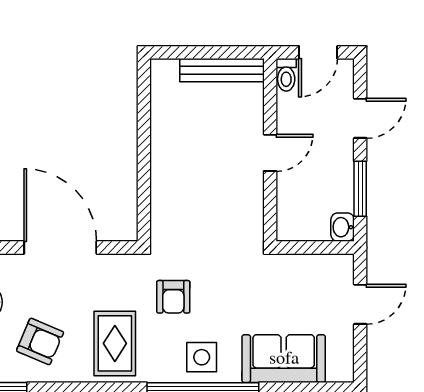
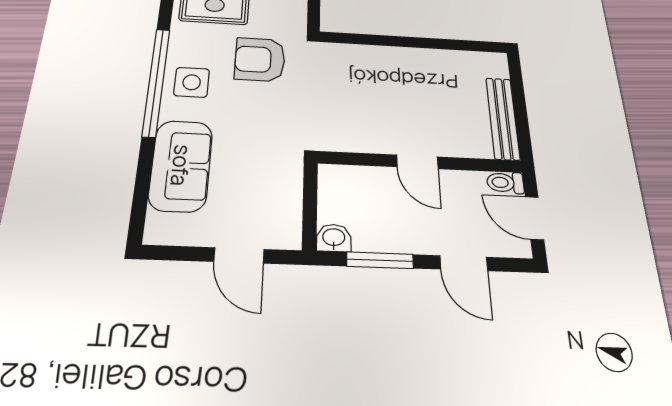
armchair: (173, 297) -> (260, 59), width x1.38, depth x1.38

